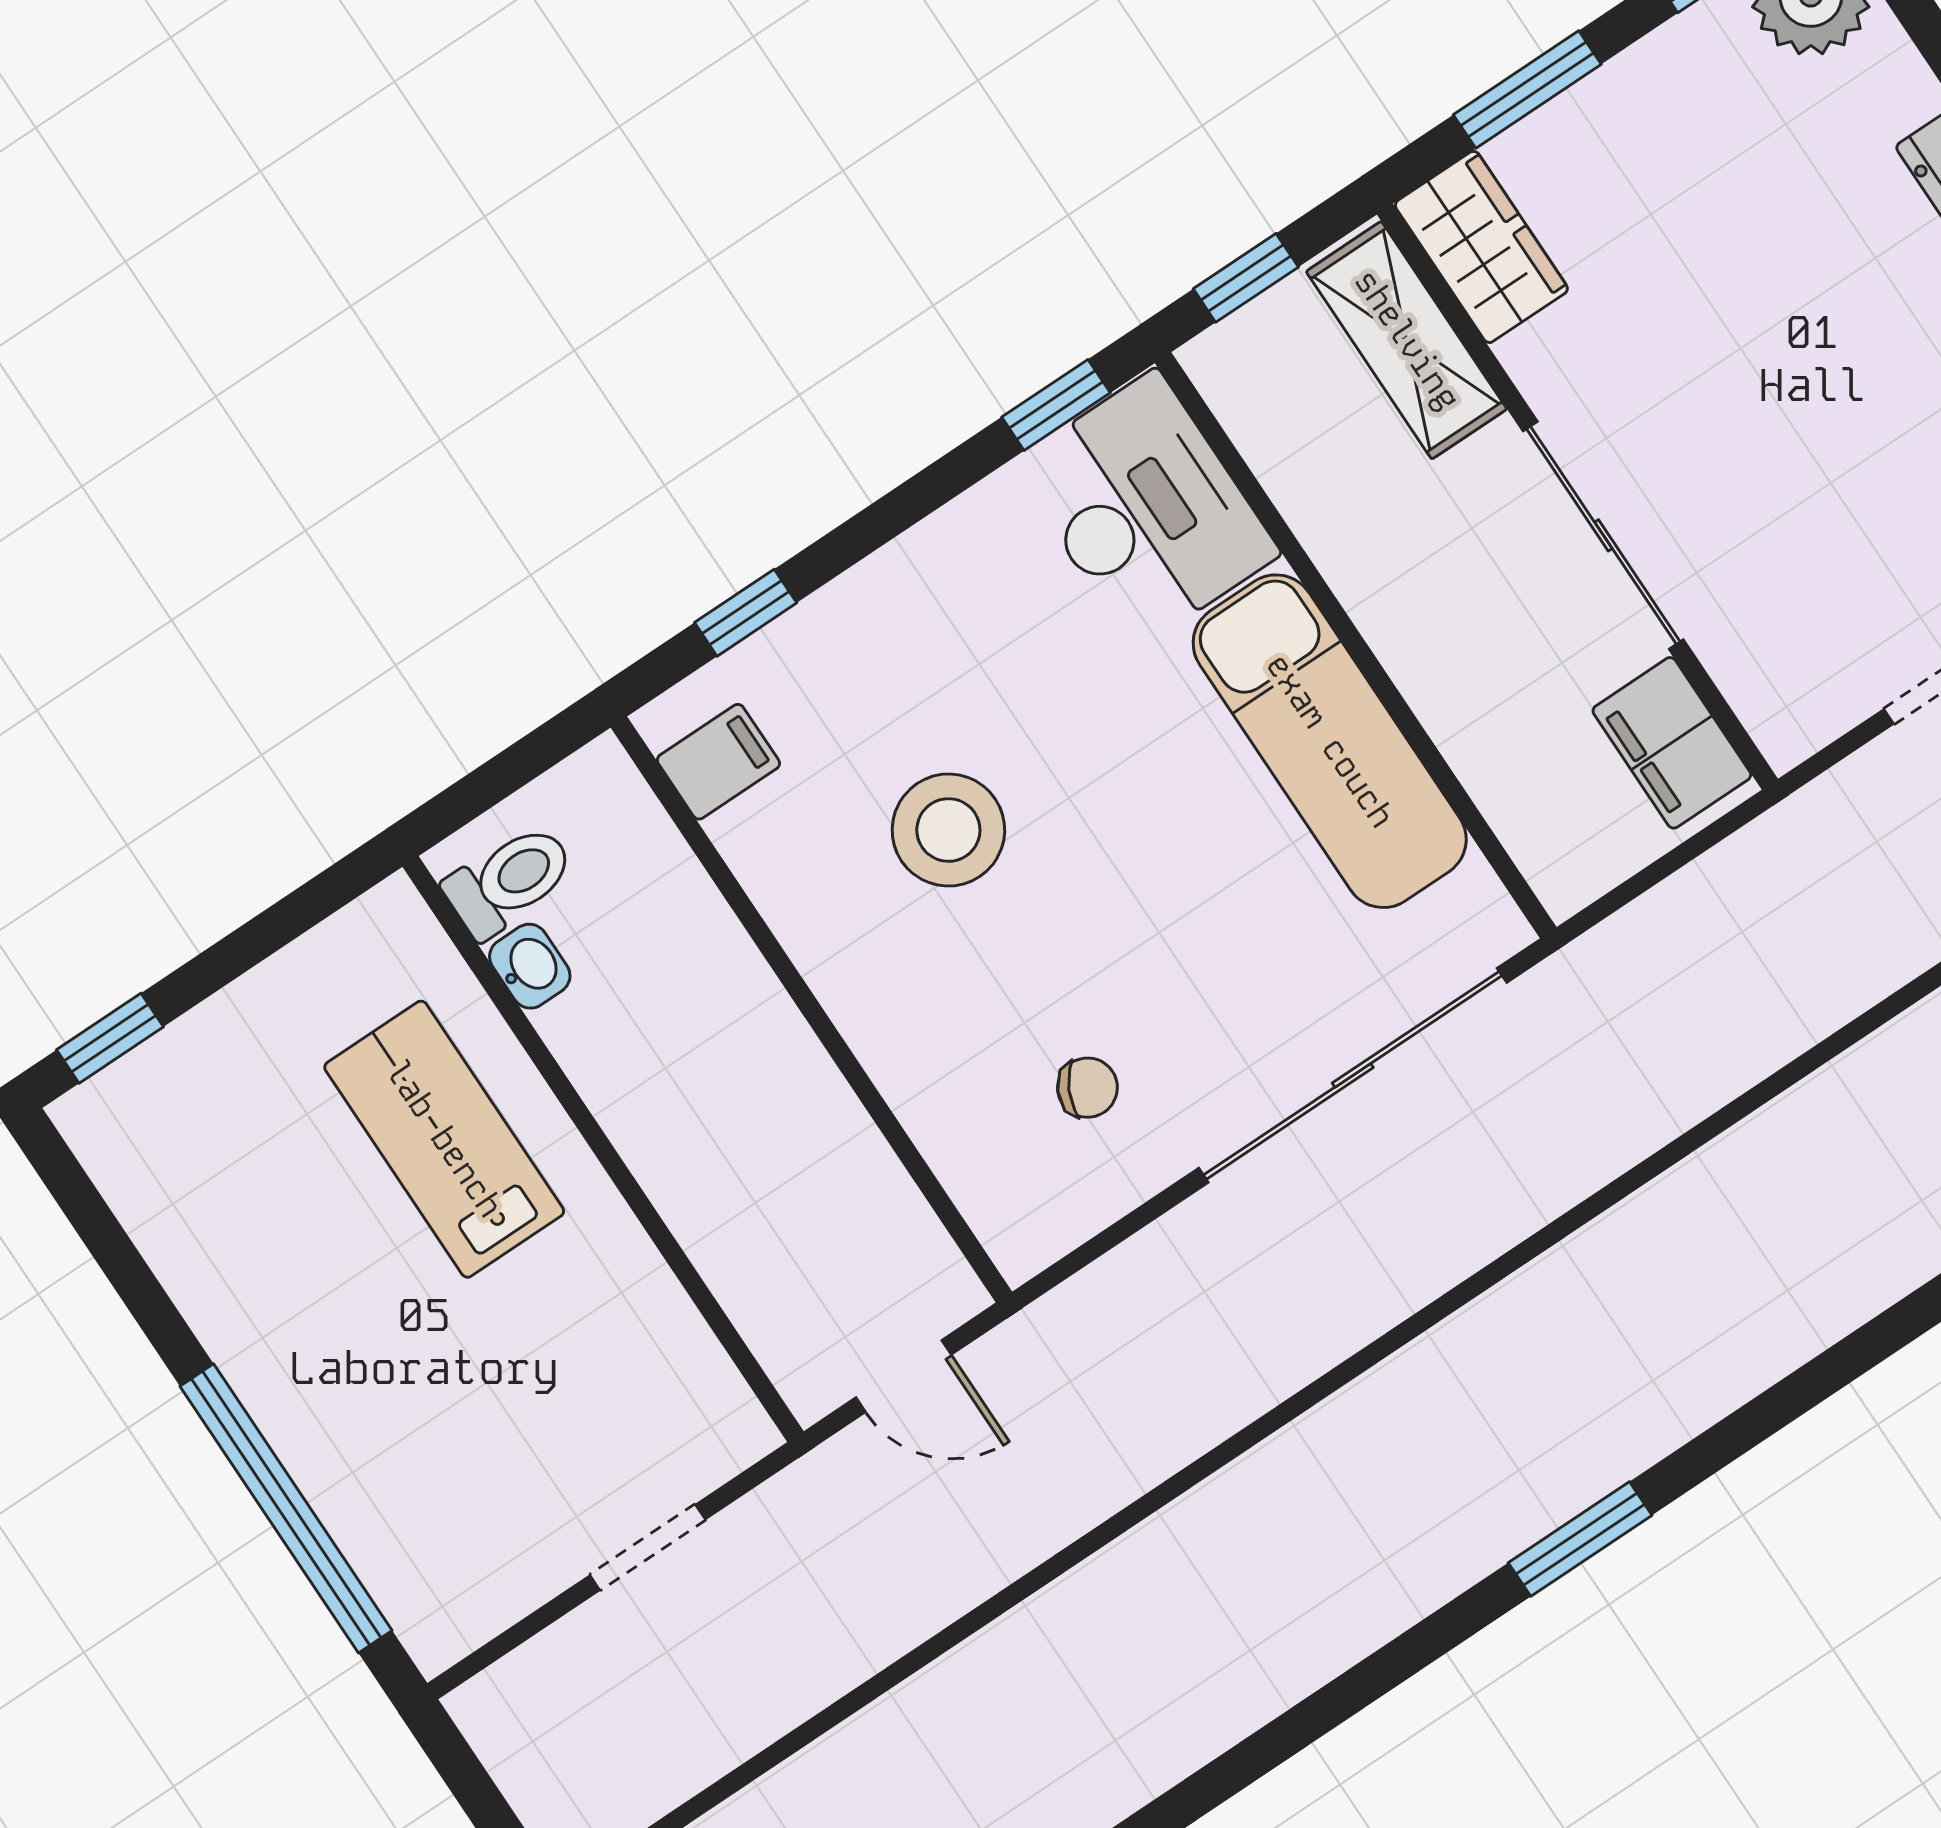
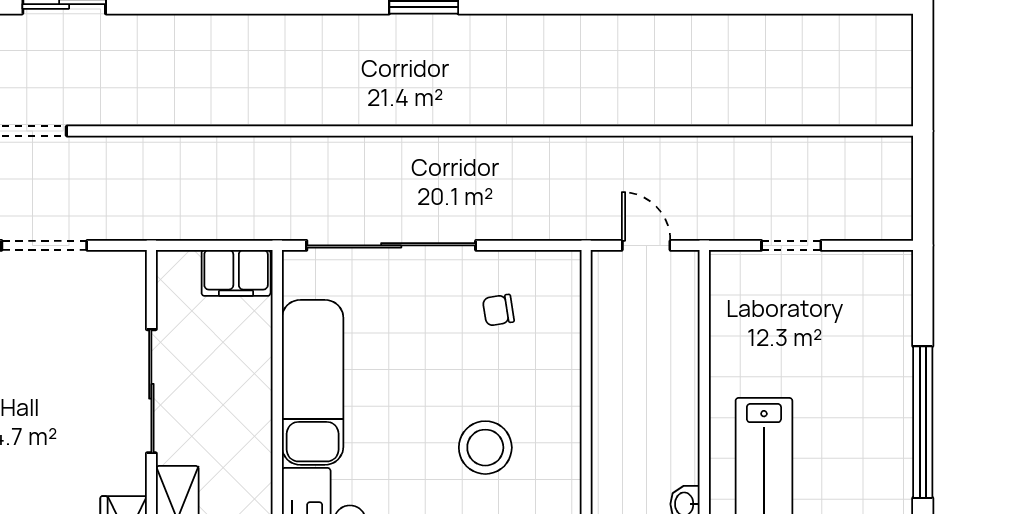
filing cabinet: (1672, 743) -> (236, 273), moved, turned 90
chair: (1087, 1088) -> (498, 310), turned -36
window: (286, 1508) -> (923, 422), moved

